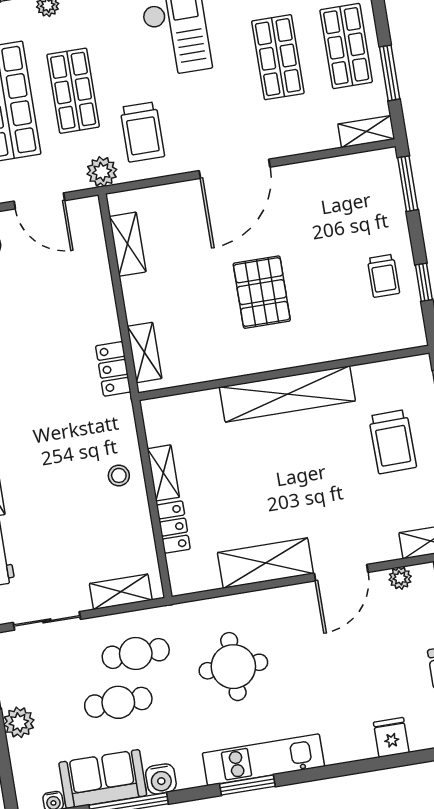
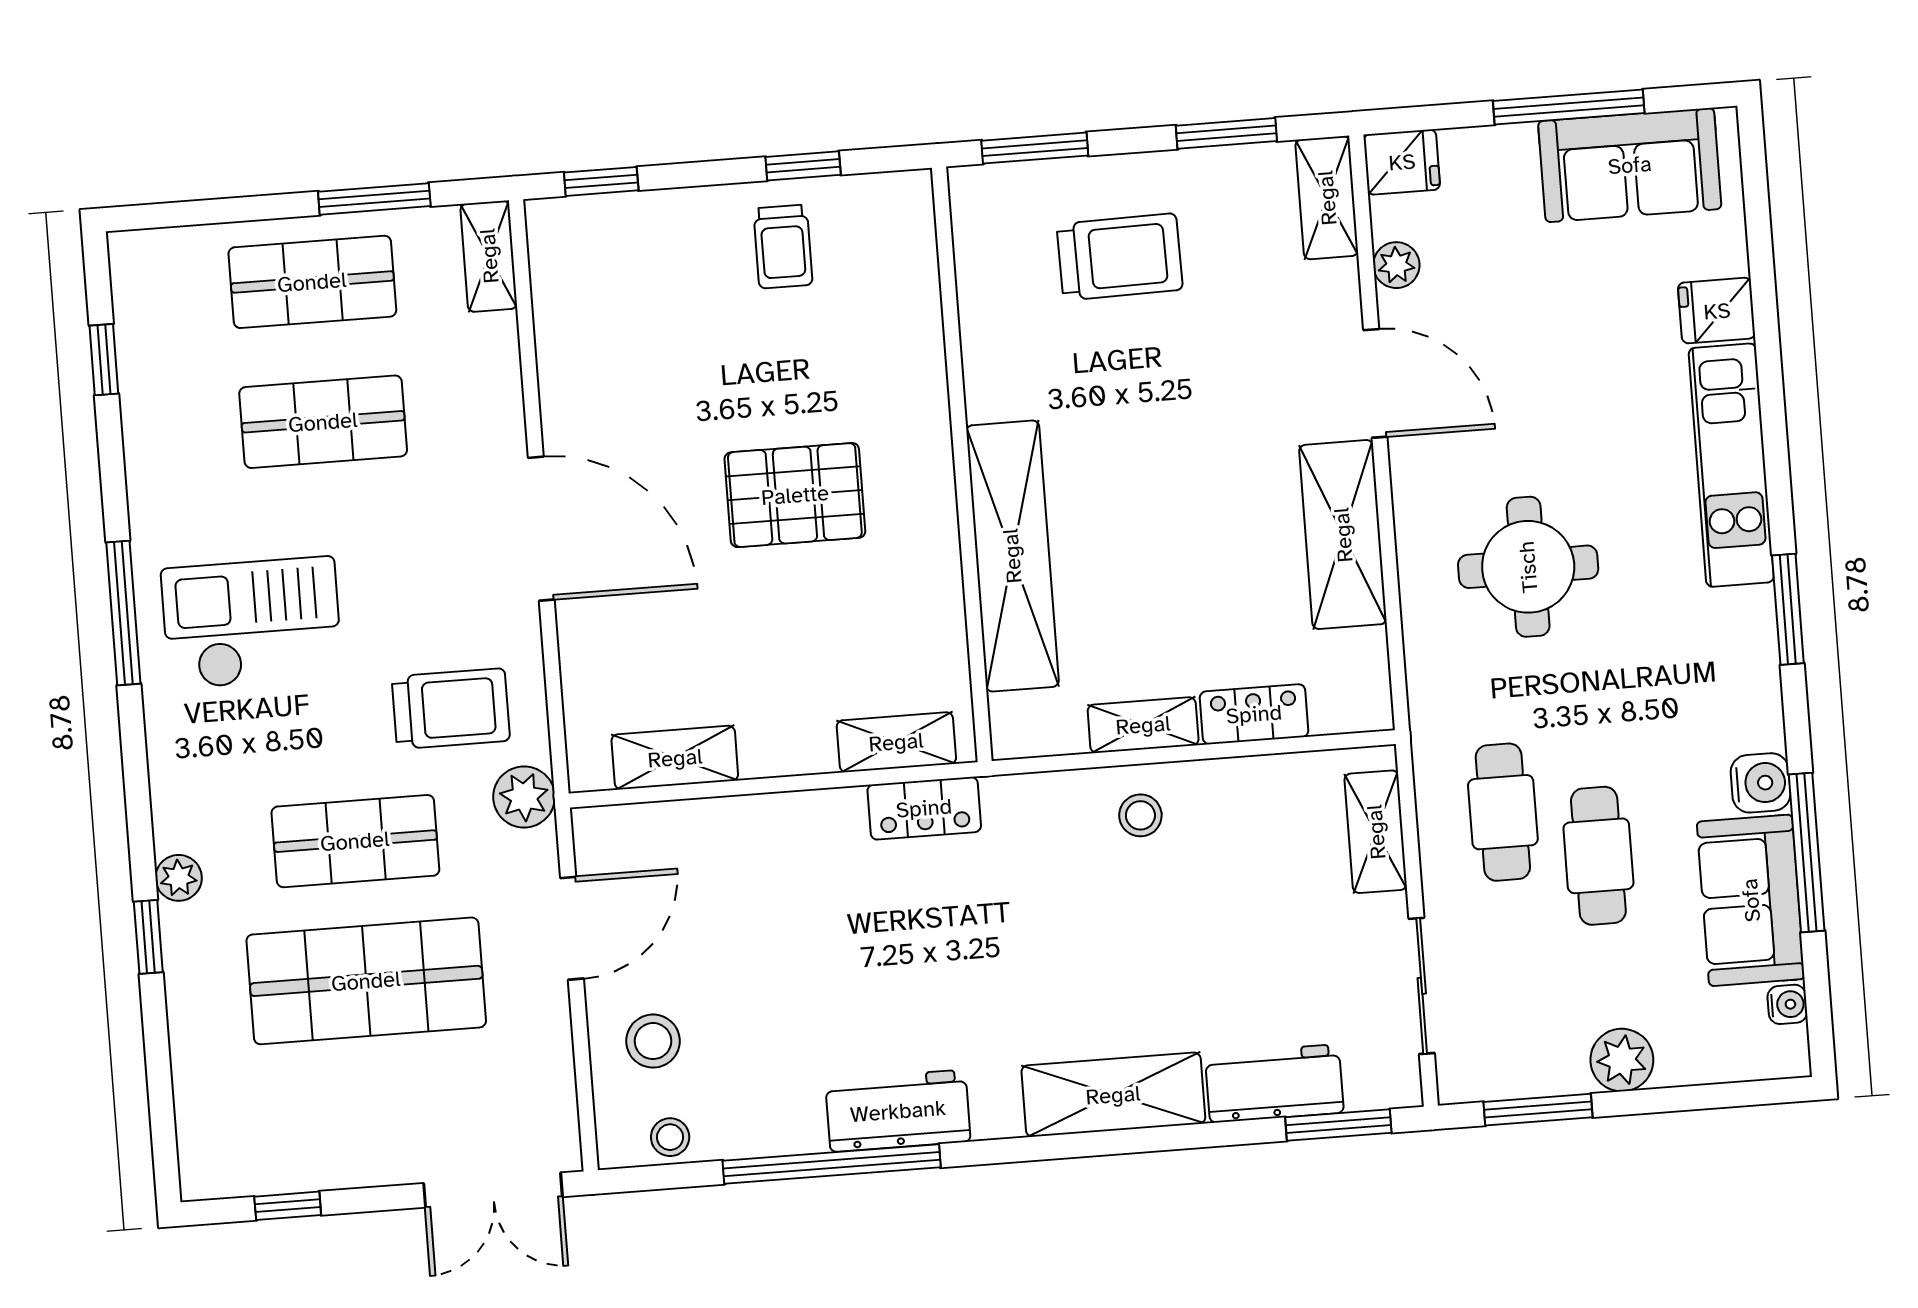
window: (408, 184) -> (601, 181), width x0.67
trolley: (383, 276) -> (783, 246), turned 90
shelving: (287, 394) -> (1012, 556), moved
round table: (233, 667) -> (1528, 567), moved
kitchen unit: (263, 760) -> (1731, 465), moved

